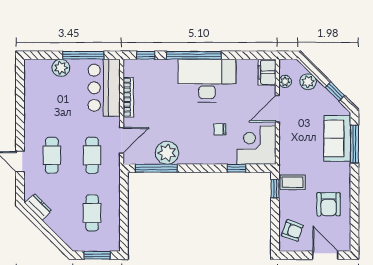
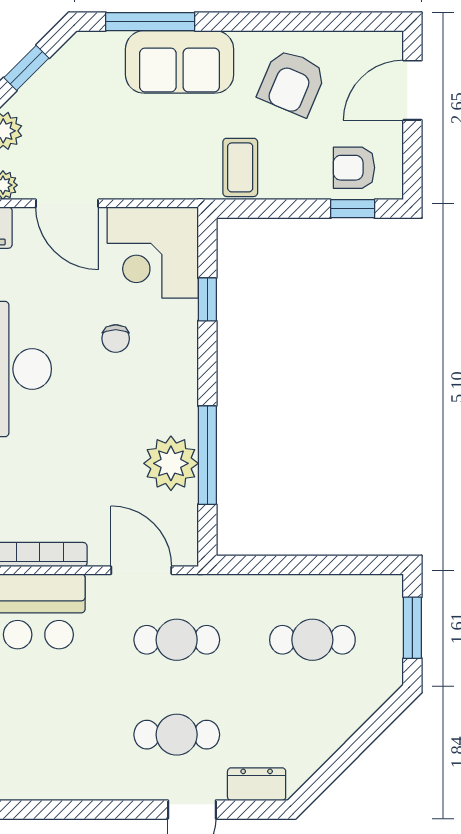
sofa: (337, 138) -> (180, 62), moved
window: (156, 168) -> (207, 455), moved
window: (275, 189) -> (353, 209), moved
armchair: (329, 204) -> (292, 83), turned 113
dresser: (38, 207) -> (257, 784), moved, turned 45
armchair: (292, 230) -> (354, 168), turned -110

